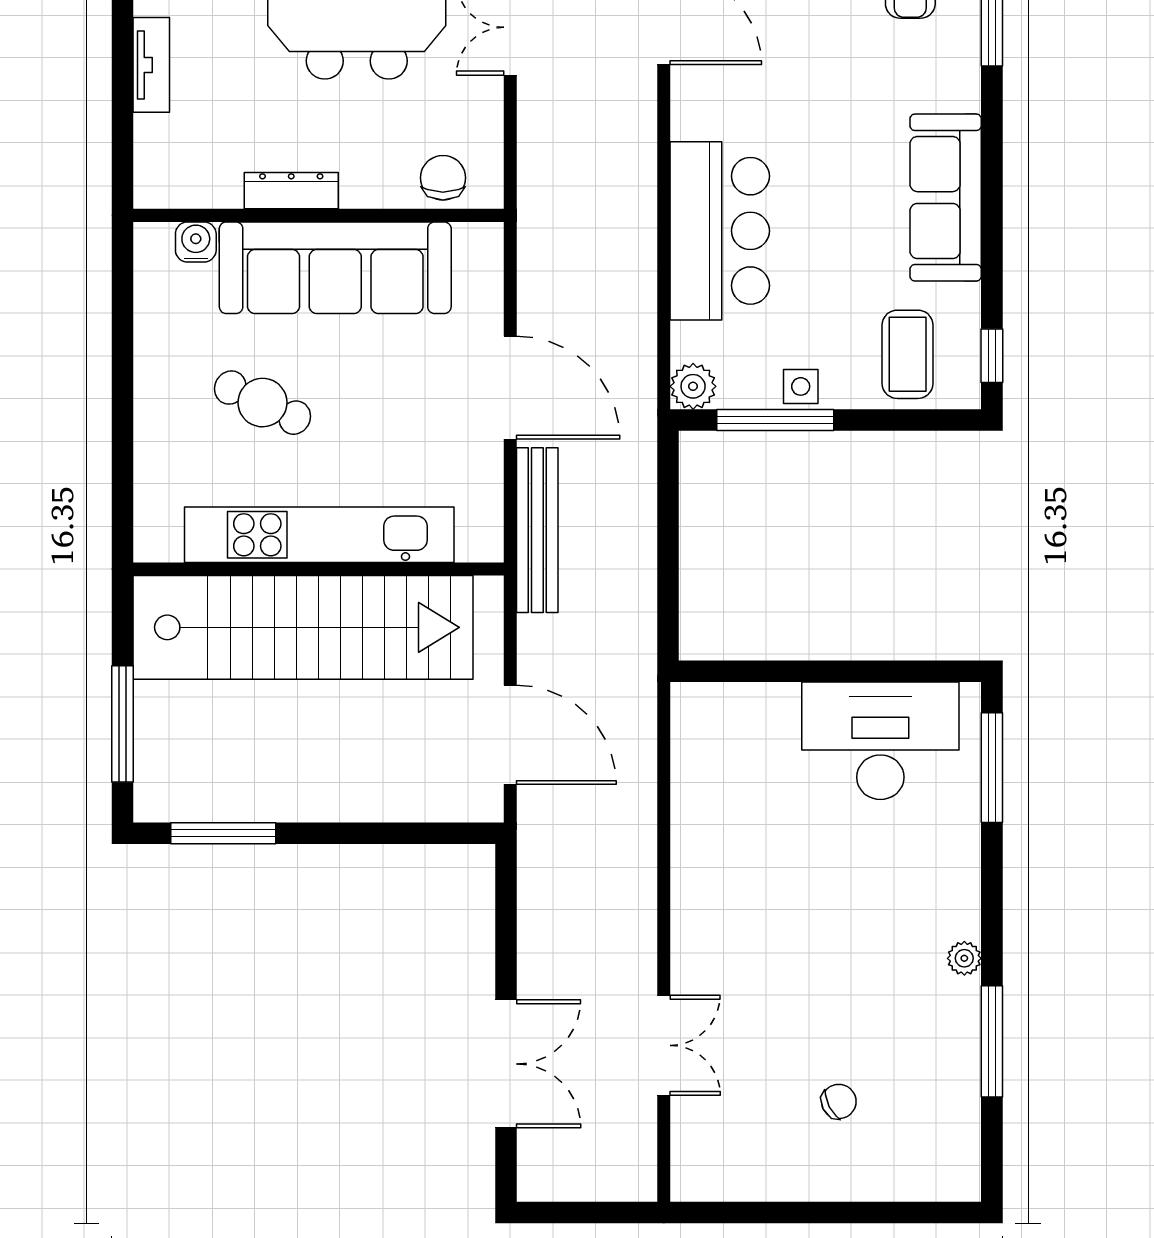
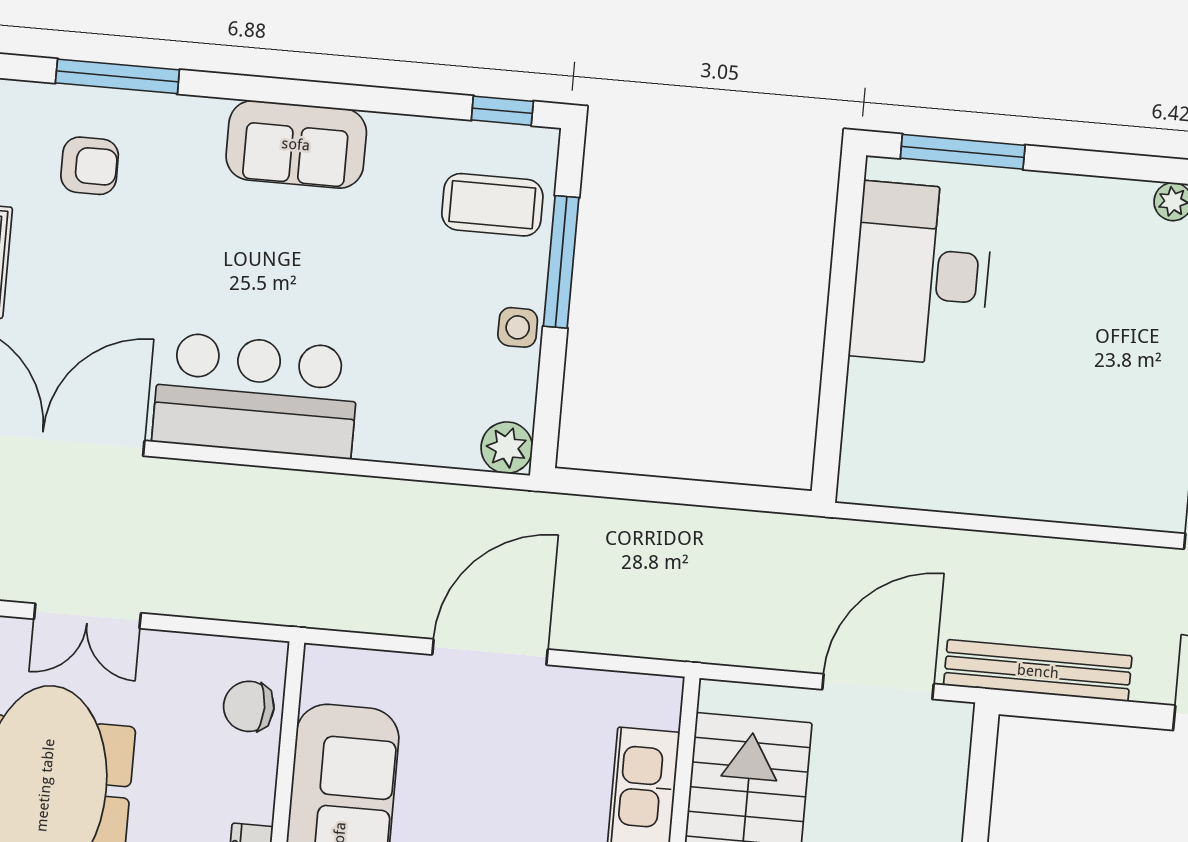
sofa: (946, 198) -> (296, 144), width x0.73
bar counter: (720, 231) -> (256, 395), moved
window: (775, 420) -> (561, 262), moved
bench: (537, 530) -> (1038, 671), moved

